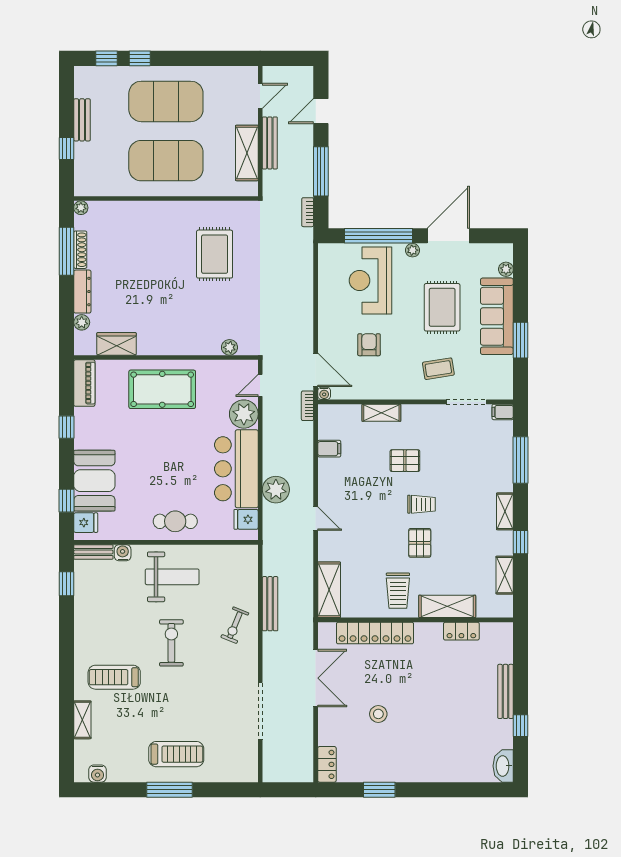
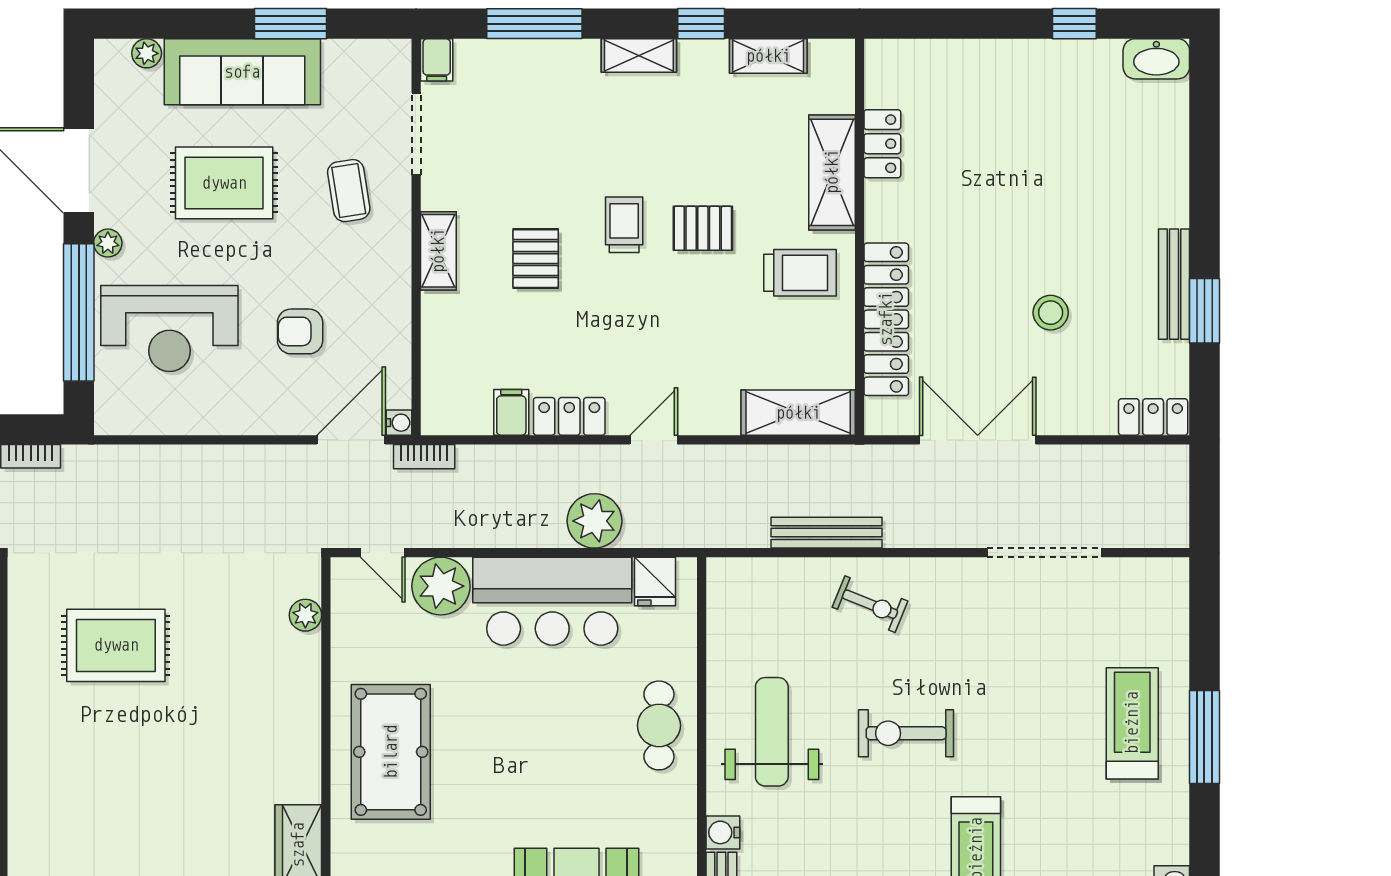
shelving: (381, 413) -> (438, 251), moved
locker: (327, 477) -> (569, 416), added
bench: (506, 691) -> (1174, 284), moved, turned 90

